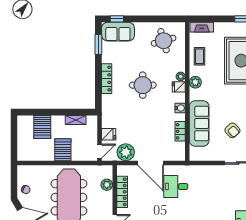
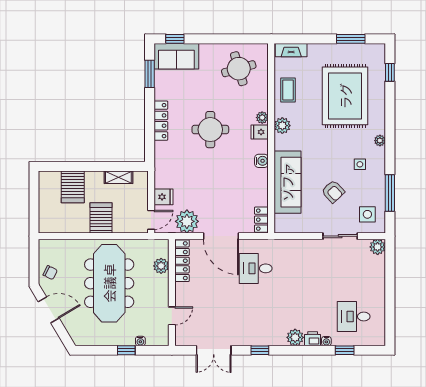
locker: (180, 131) -> (261, 220), moved
locker: (122, 192) -> (182, 261), moved

